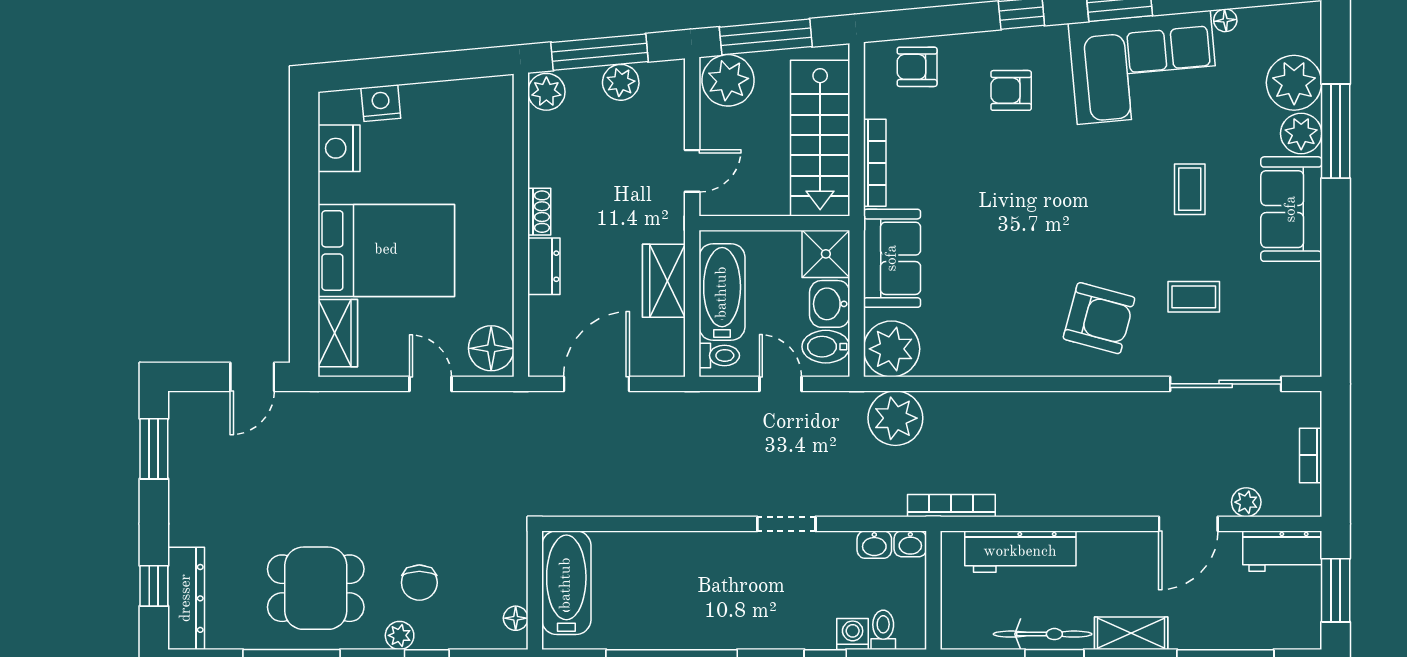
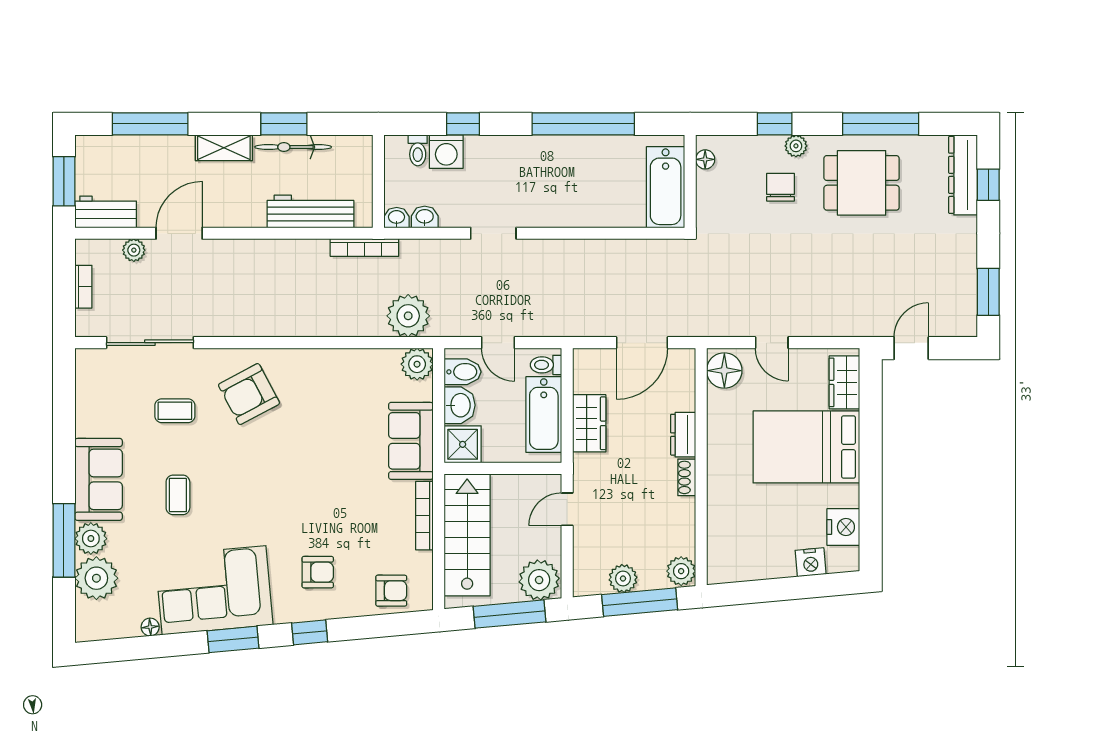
armchair: (1099, 318) -> (249, 394), turned -43
plant: (892, 349) -> (417, 364), width x0.73, depth x0.73
washing machine: (853, 634) -> (446, 152), width x1.38, depth x1.38

